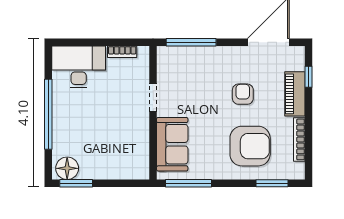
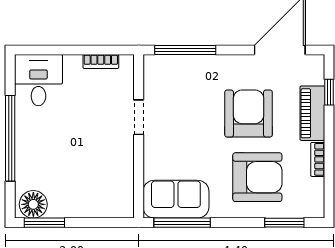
desk: (79, 67) -> (38, 80), width x0.73
armchair: (243, 94) -> (249, 113), width x1.88, depth x1.88
bookcase: (299, 139) -> (318, 159), width x0.64
sofa: (172, 144) -> (176, 199), moved, turned -90

